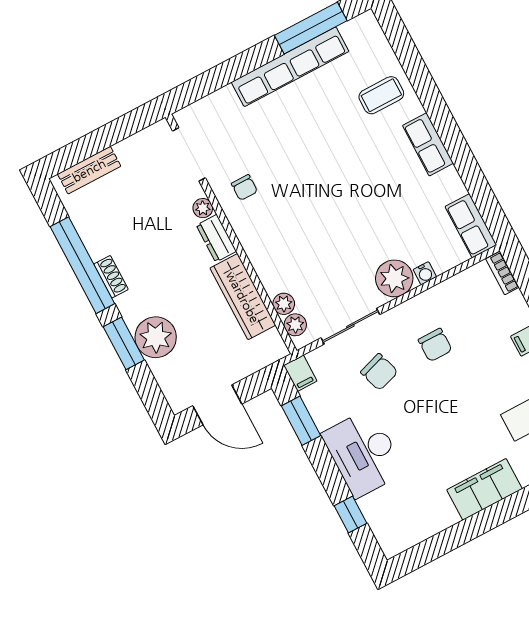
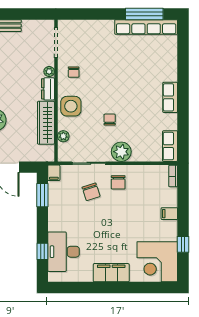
row of seats: (290, 67) -> (146, 27), moved
coffee table: (381, 95) -> (161, 63), removed
chair: (346, 235) -> (110, 120), added
side table: (270, 247) -> (71, 106), added
water cooler: (425, 273) -> (137, 157), removed
plant: (295, 325) -> (63, 149), removed
chair: (435, 345) -> (118, 182), moved
desk: (363, 453) -> (64, 252), moved

